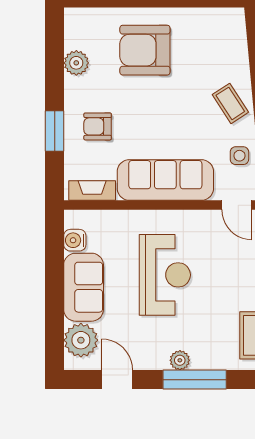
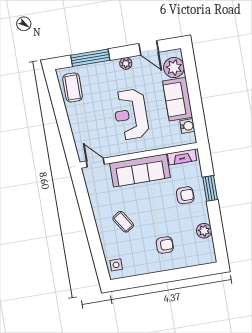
armchair: (145, 50) -> (165, 245), width x0.53, depth x0.53
coffee table: (230, 103) -> (123, 222), moved
side table: (239, 156) -> (116, 265), moved
plant: (180, 360) -> (126, 63), moved
window: (195, 380) -> (90, 58), moved

